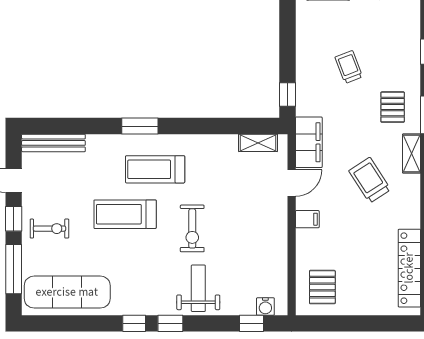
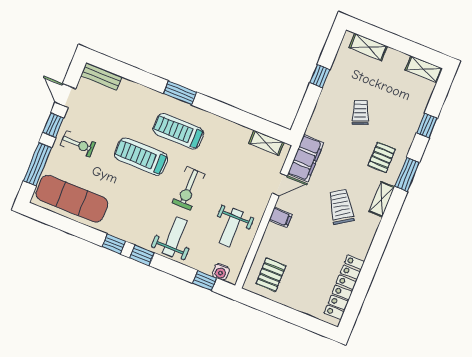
window: (288, 94) -> (320, 76), moved
bench: (53, 143) -> (101, 76), width x0.73
weight bench: (257, 253) -> (231, 228), added

